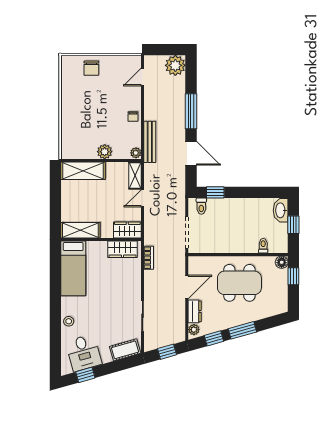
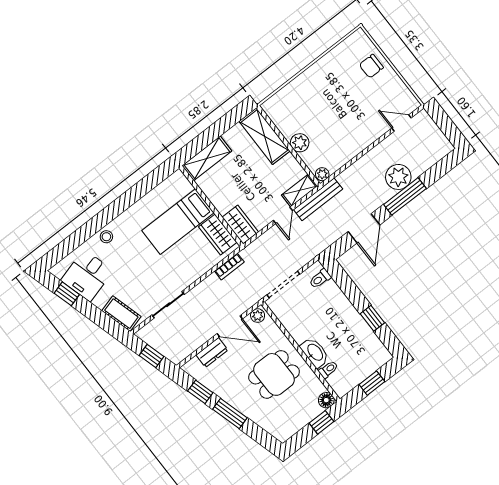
plant: (175, 65) -> (398, 177), moved
chair: (133, 116) -> (356, 144), removed
bench: (150, 142) -> (318, 199), moved
window: (215, 192) -> (372, 318), moved
door: (143, 198) -> (283, 215), swing flipped
washbasin: (281, 210) -> (315, 353), moved, turned 90
shelving: (80, 230) -> (207, 158), moved, turned 90
bed: (73, 268) -> (178, 222), moved
dining table: (239, 283) -> (274, 374), width x0.73
plant: (194, 330) -> (258, 316), moved

